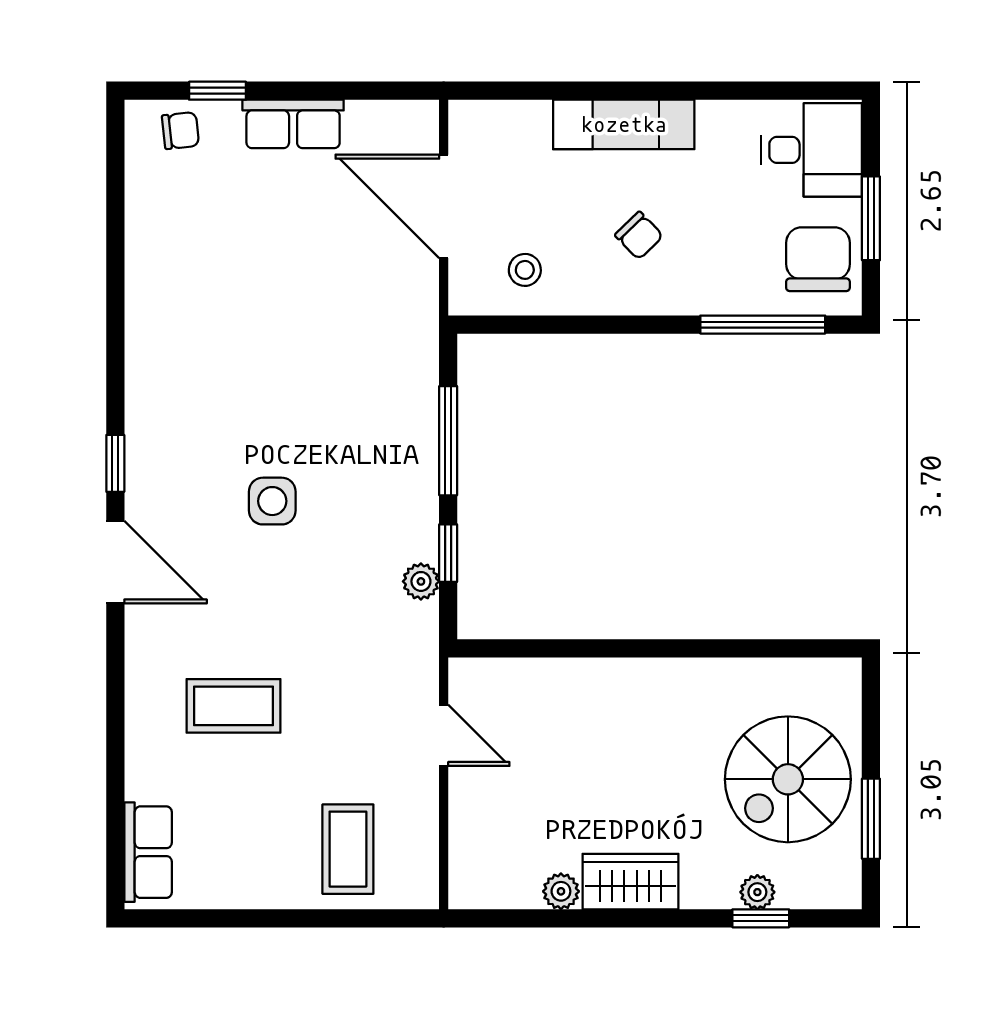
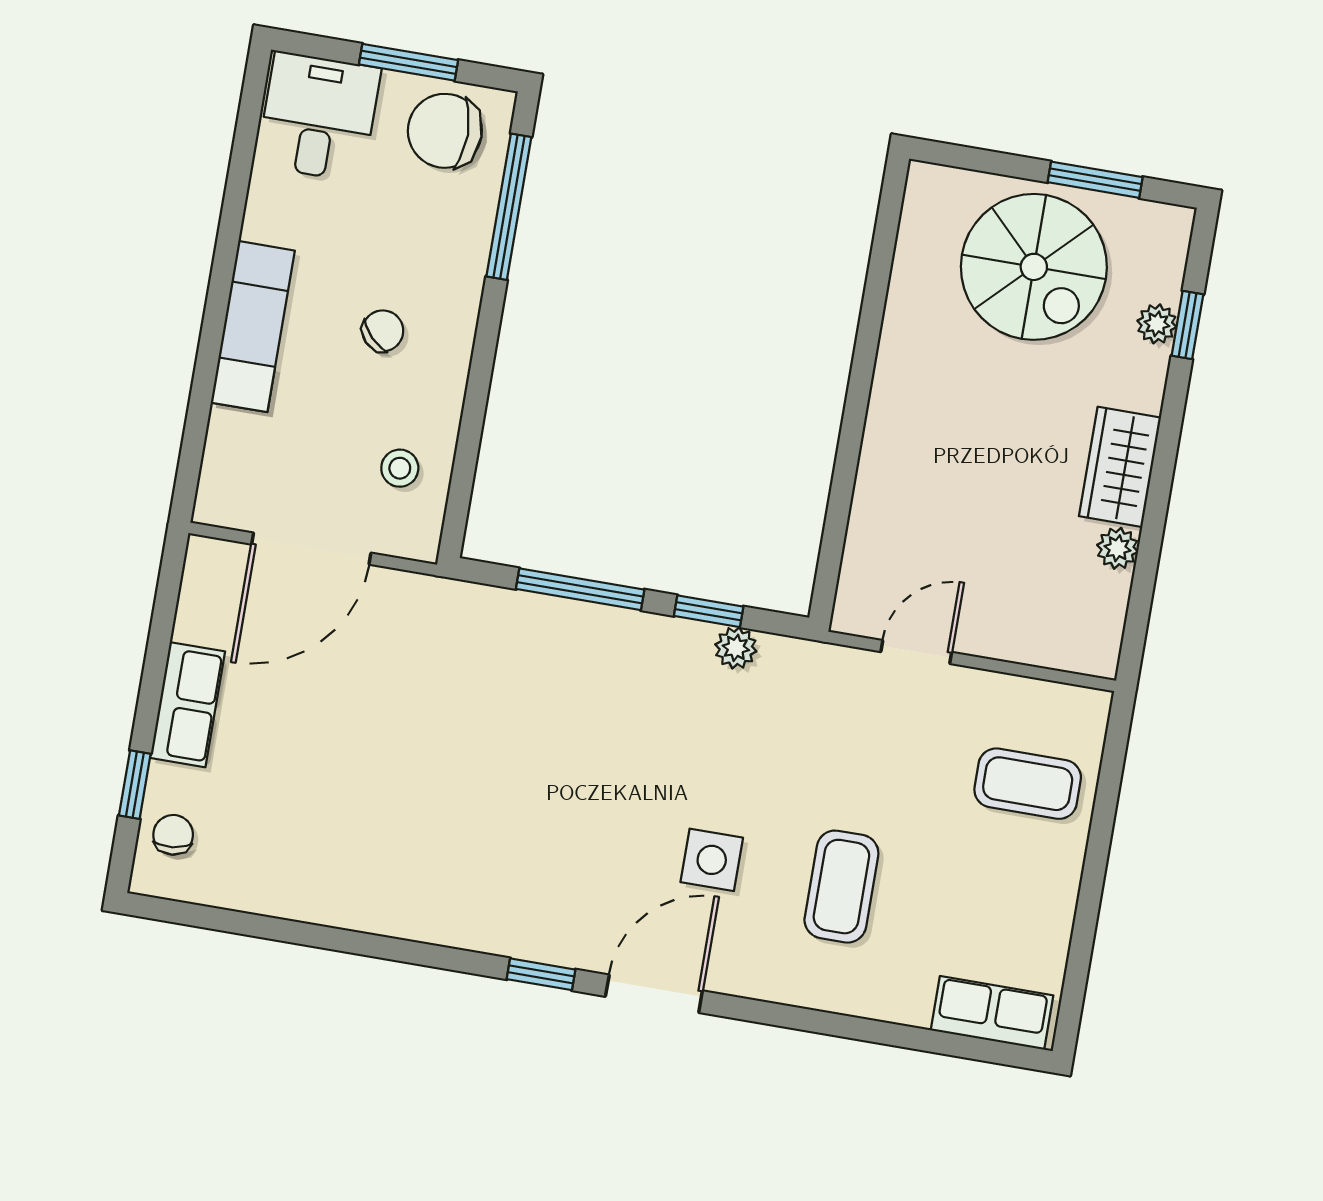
side table: (272, 501) -> (712, 860), moved

